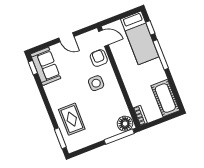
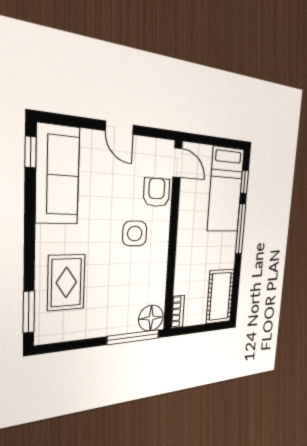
sofa: (46, 66) -> (58, 175), width x1.36

